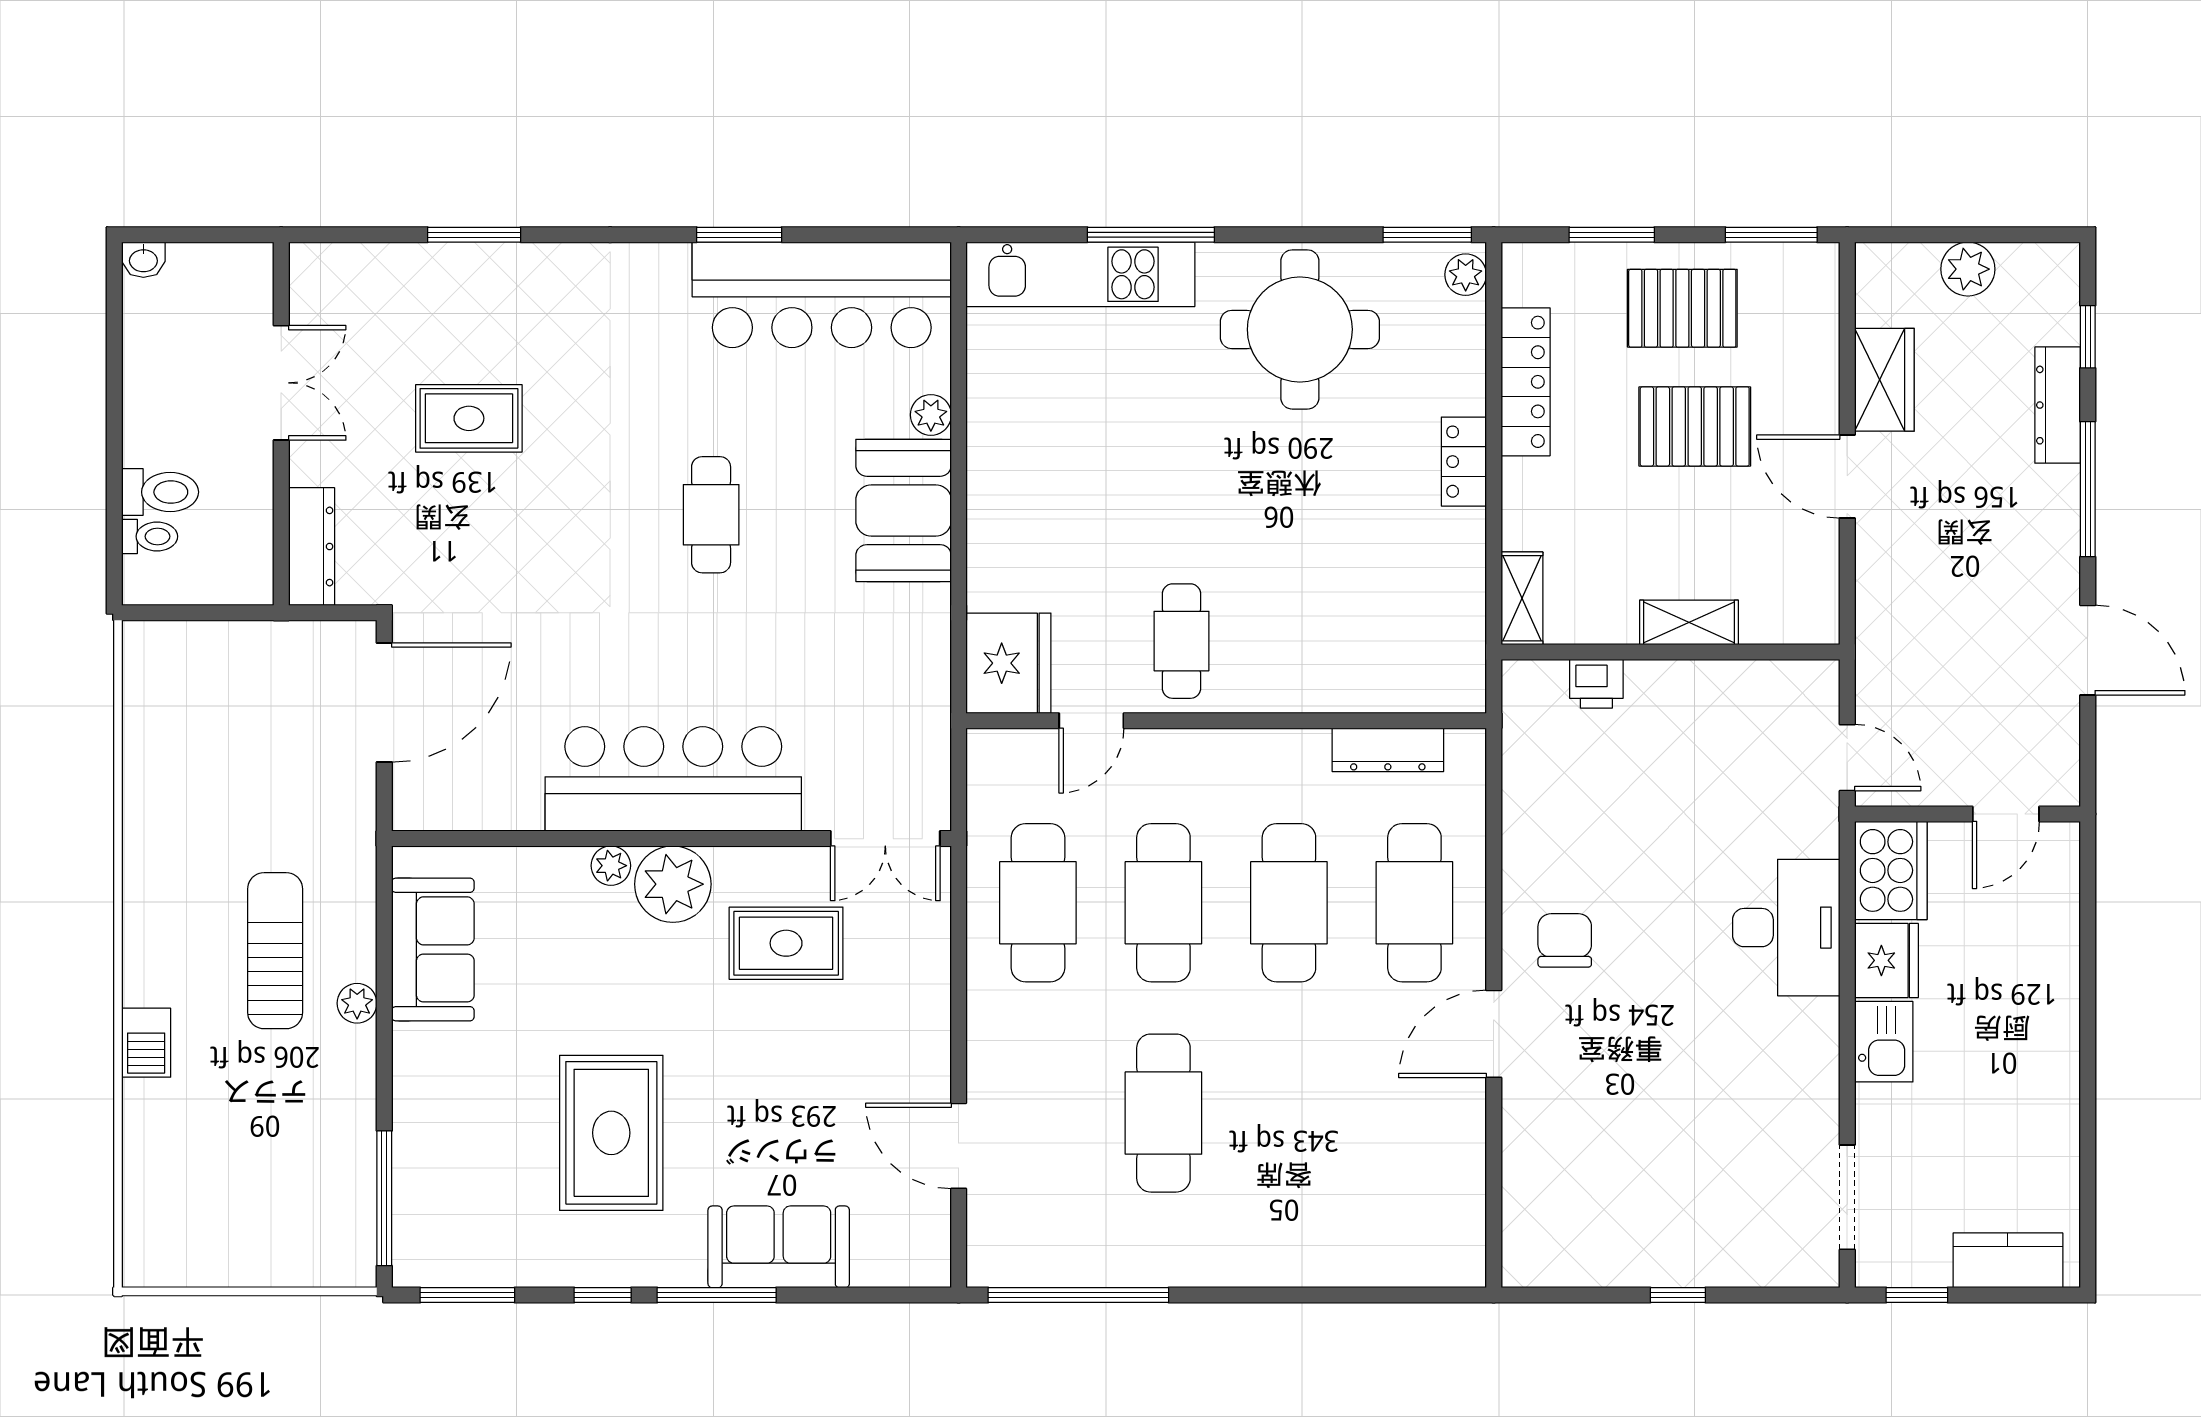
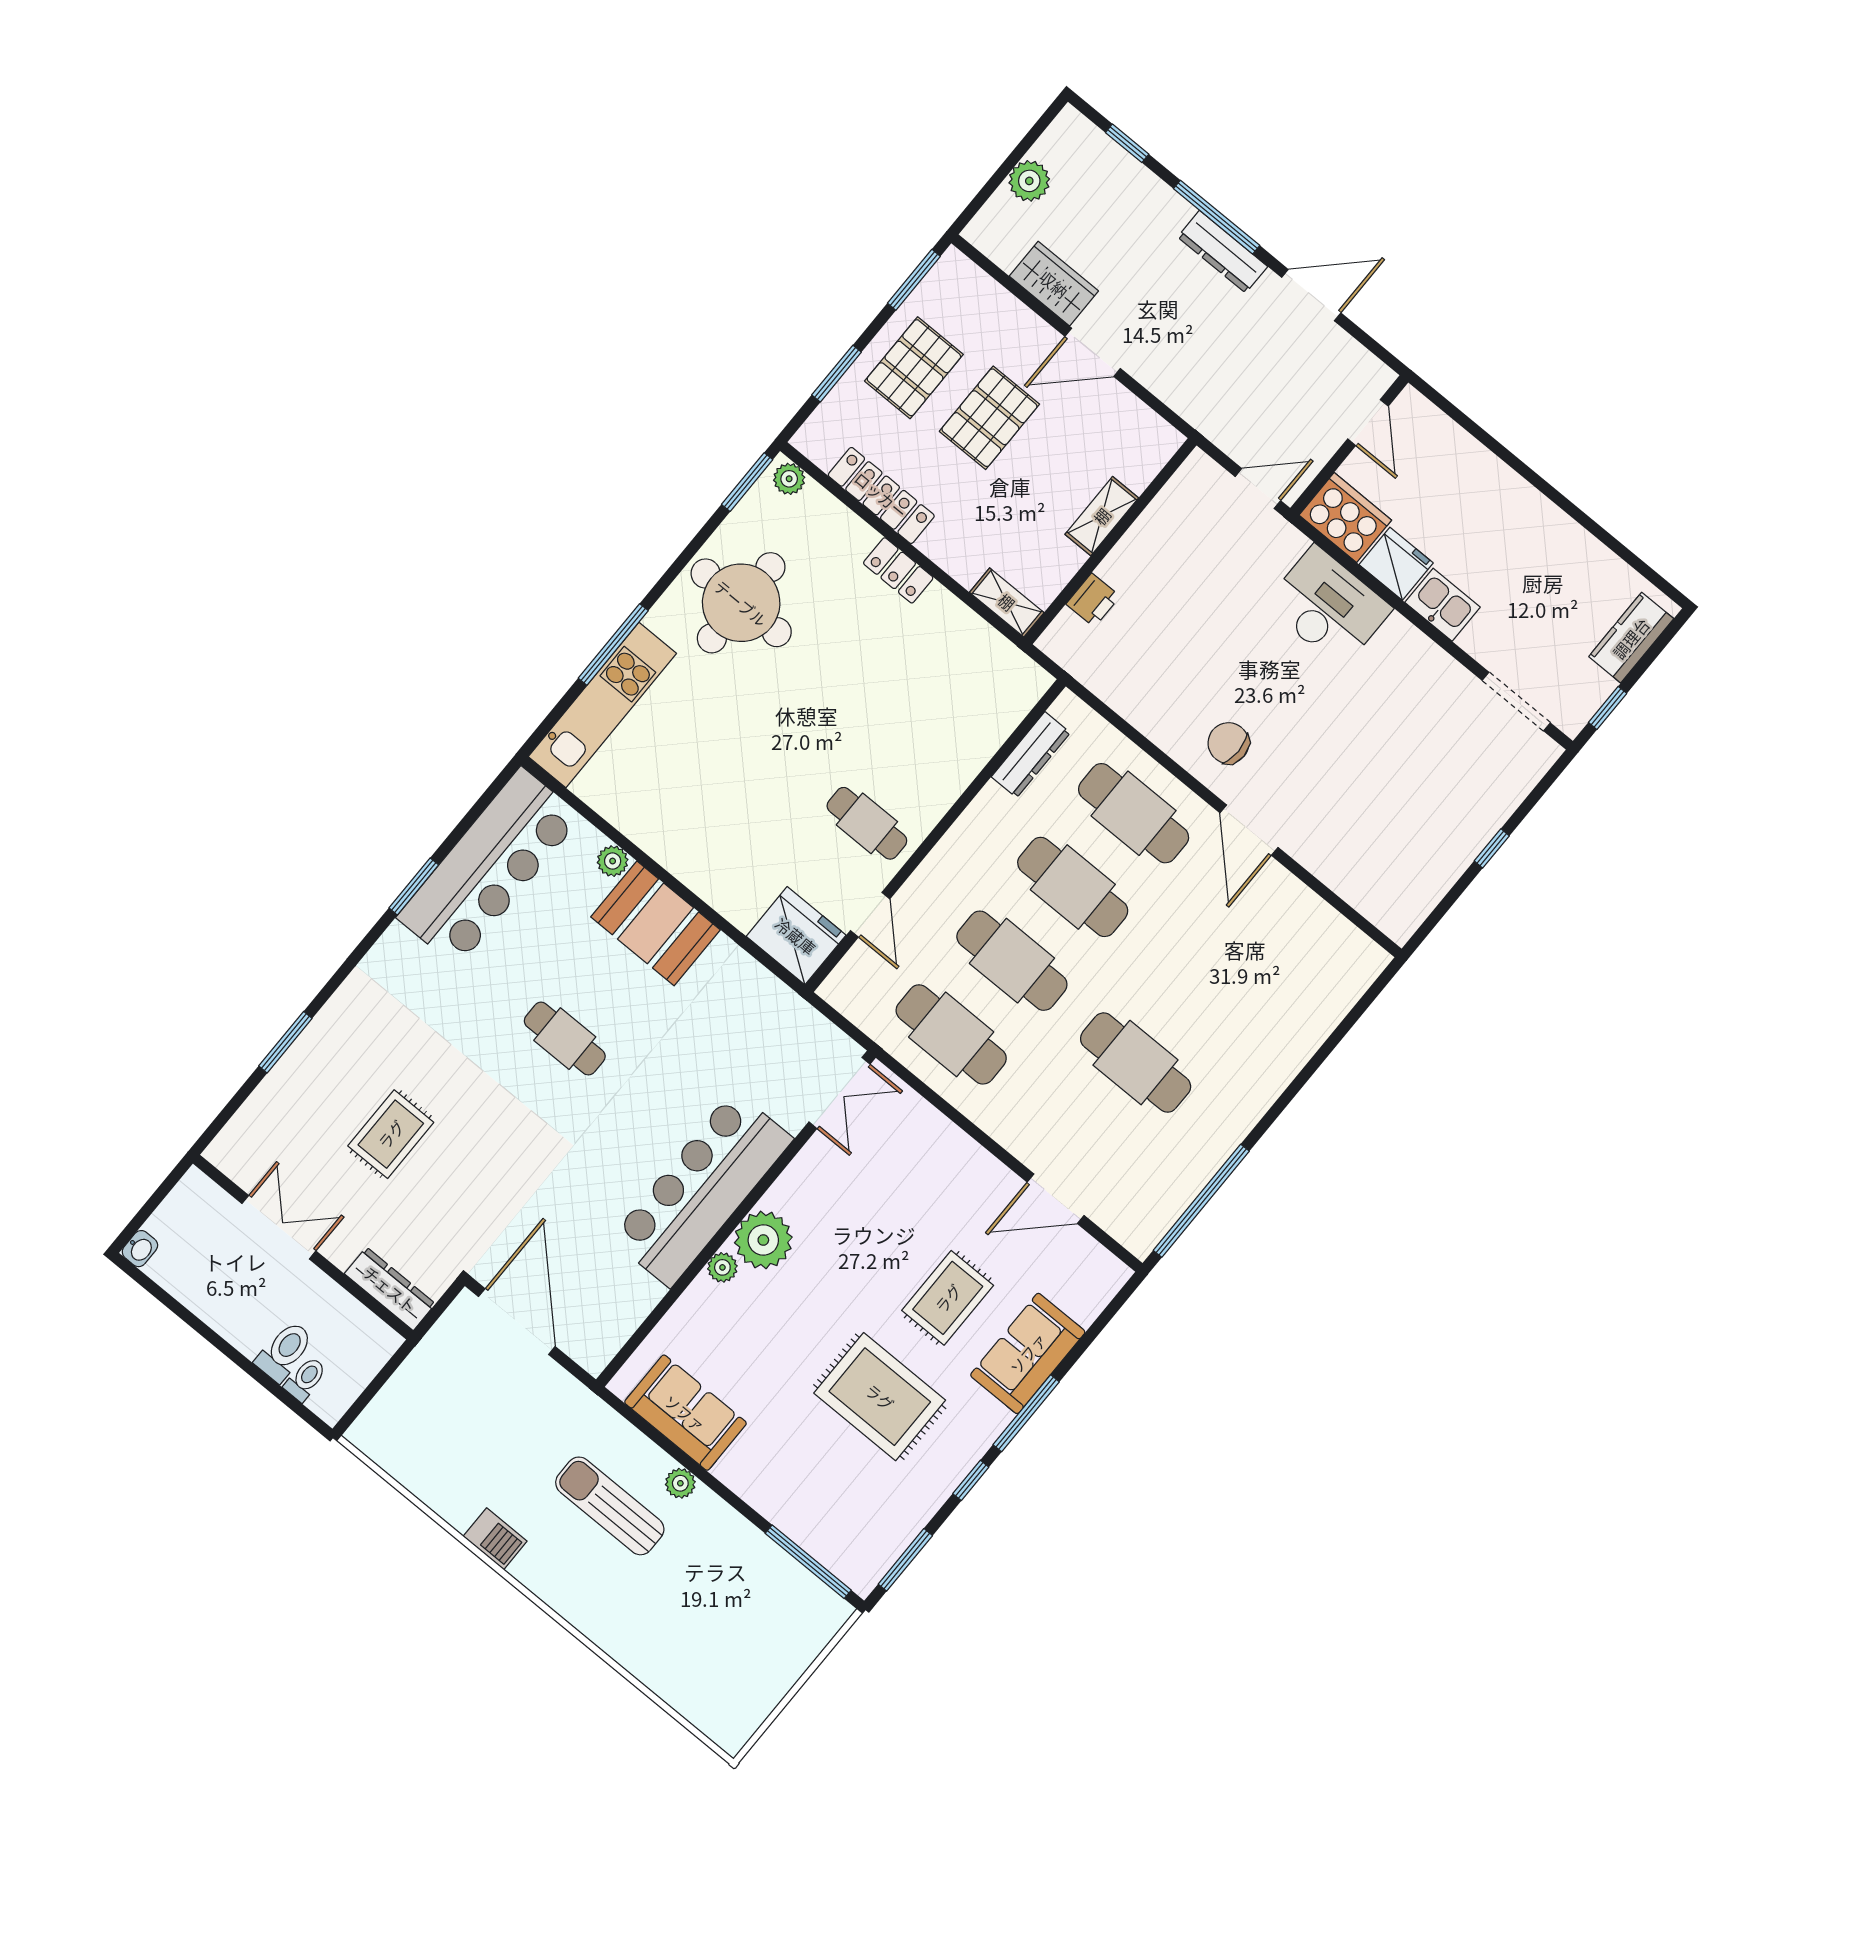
dresser: (2058, 405) -> (1223, 252), moved
rug: (786, 943) -> (948, 1298), moved
barbecue: (146, 1043) -> (495, 1539), moved

